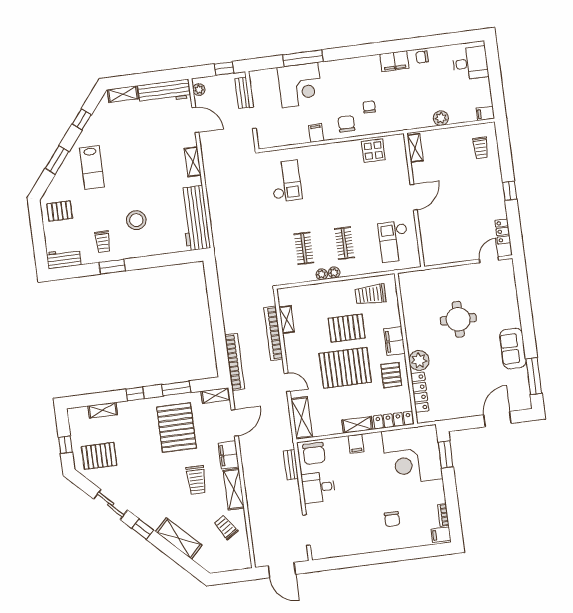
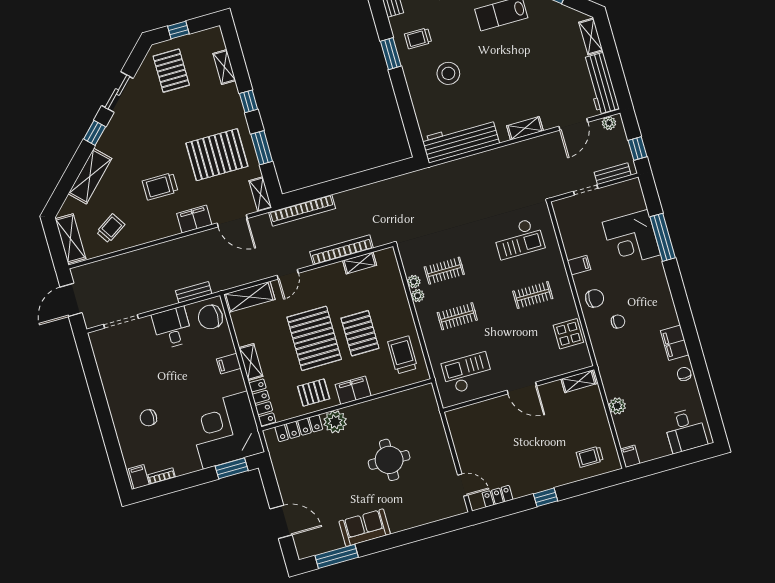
clothes rail: (336, 176) -> (533, 295), added
plant: (334, 273) -> (414, 282), moved
shelving: (234, 489) -> (70, 239), moved, turned 90

